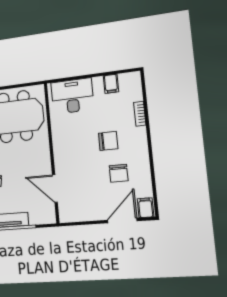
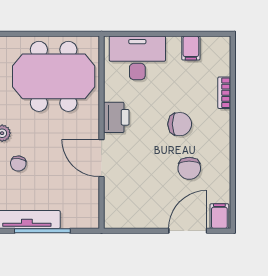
printer: (61, 141) -> (116, 117), added
door: (55, 188) -> (102, 158), moved

